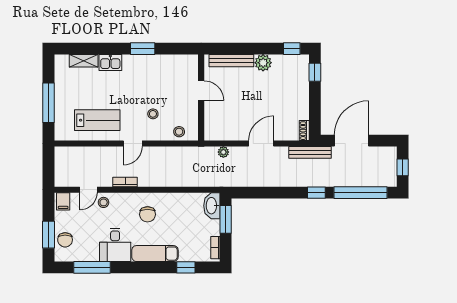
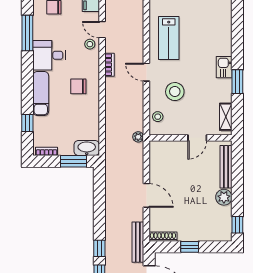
shelving: (84, 61) -> (226, 117), moved
kitchen sink: (110, 62) -> (224, 67), moved
window: (315, 72) -> (190, 247), moved
stool: (153, 114) -> (175, 92), width x1.89, depth x1.89
shoe rack: (304, 131) -> (163, 237), width x1.43
plant: (223, 152) -> (138, 137), moved

